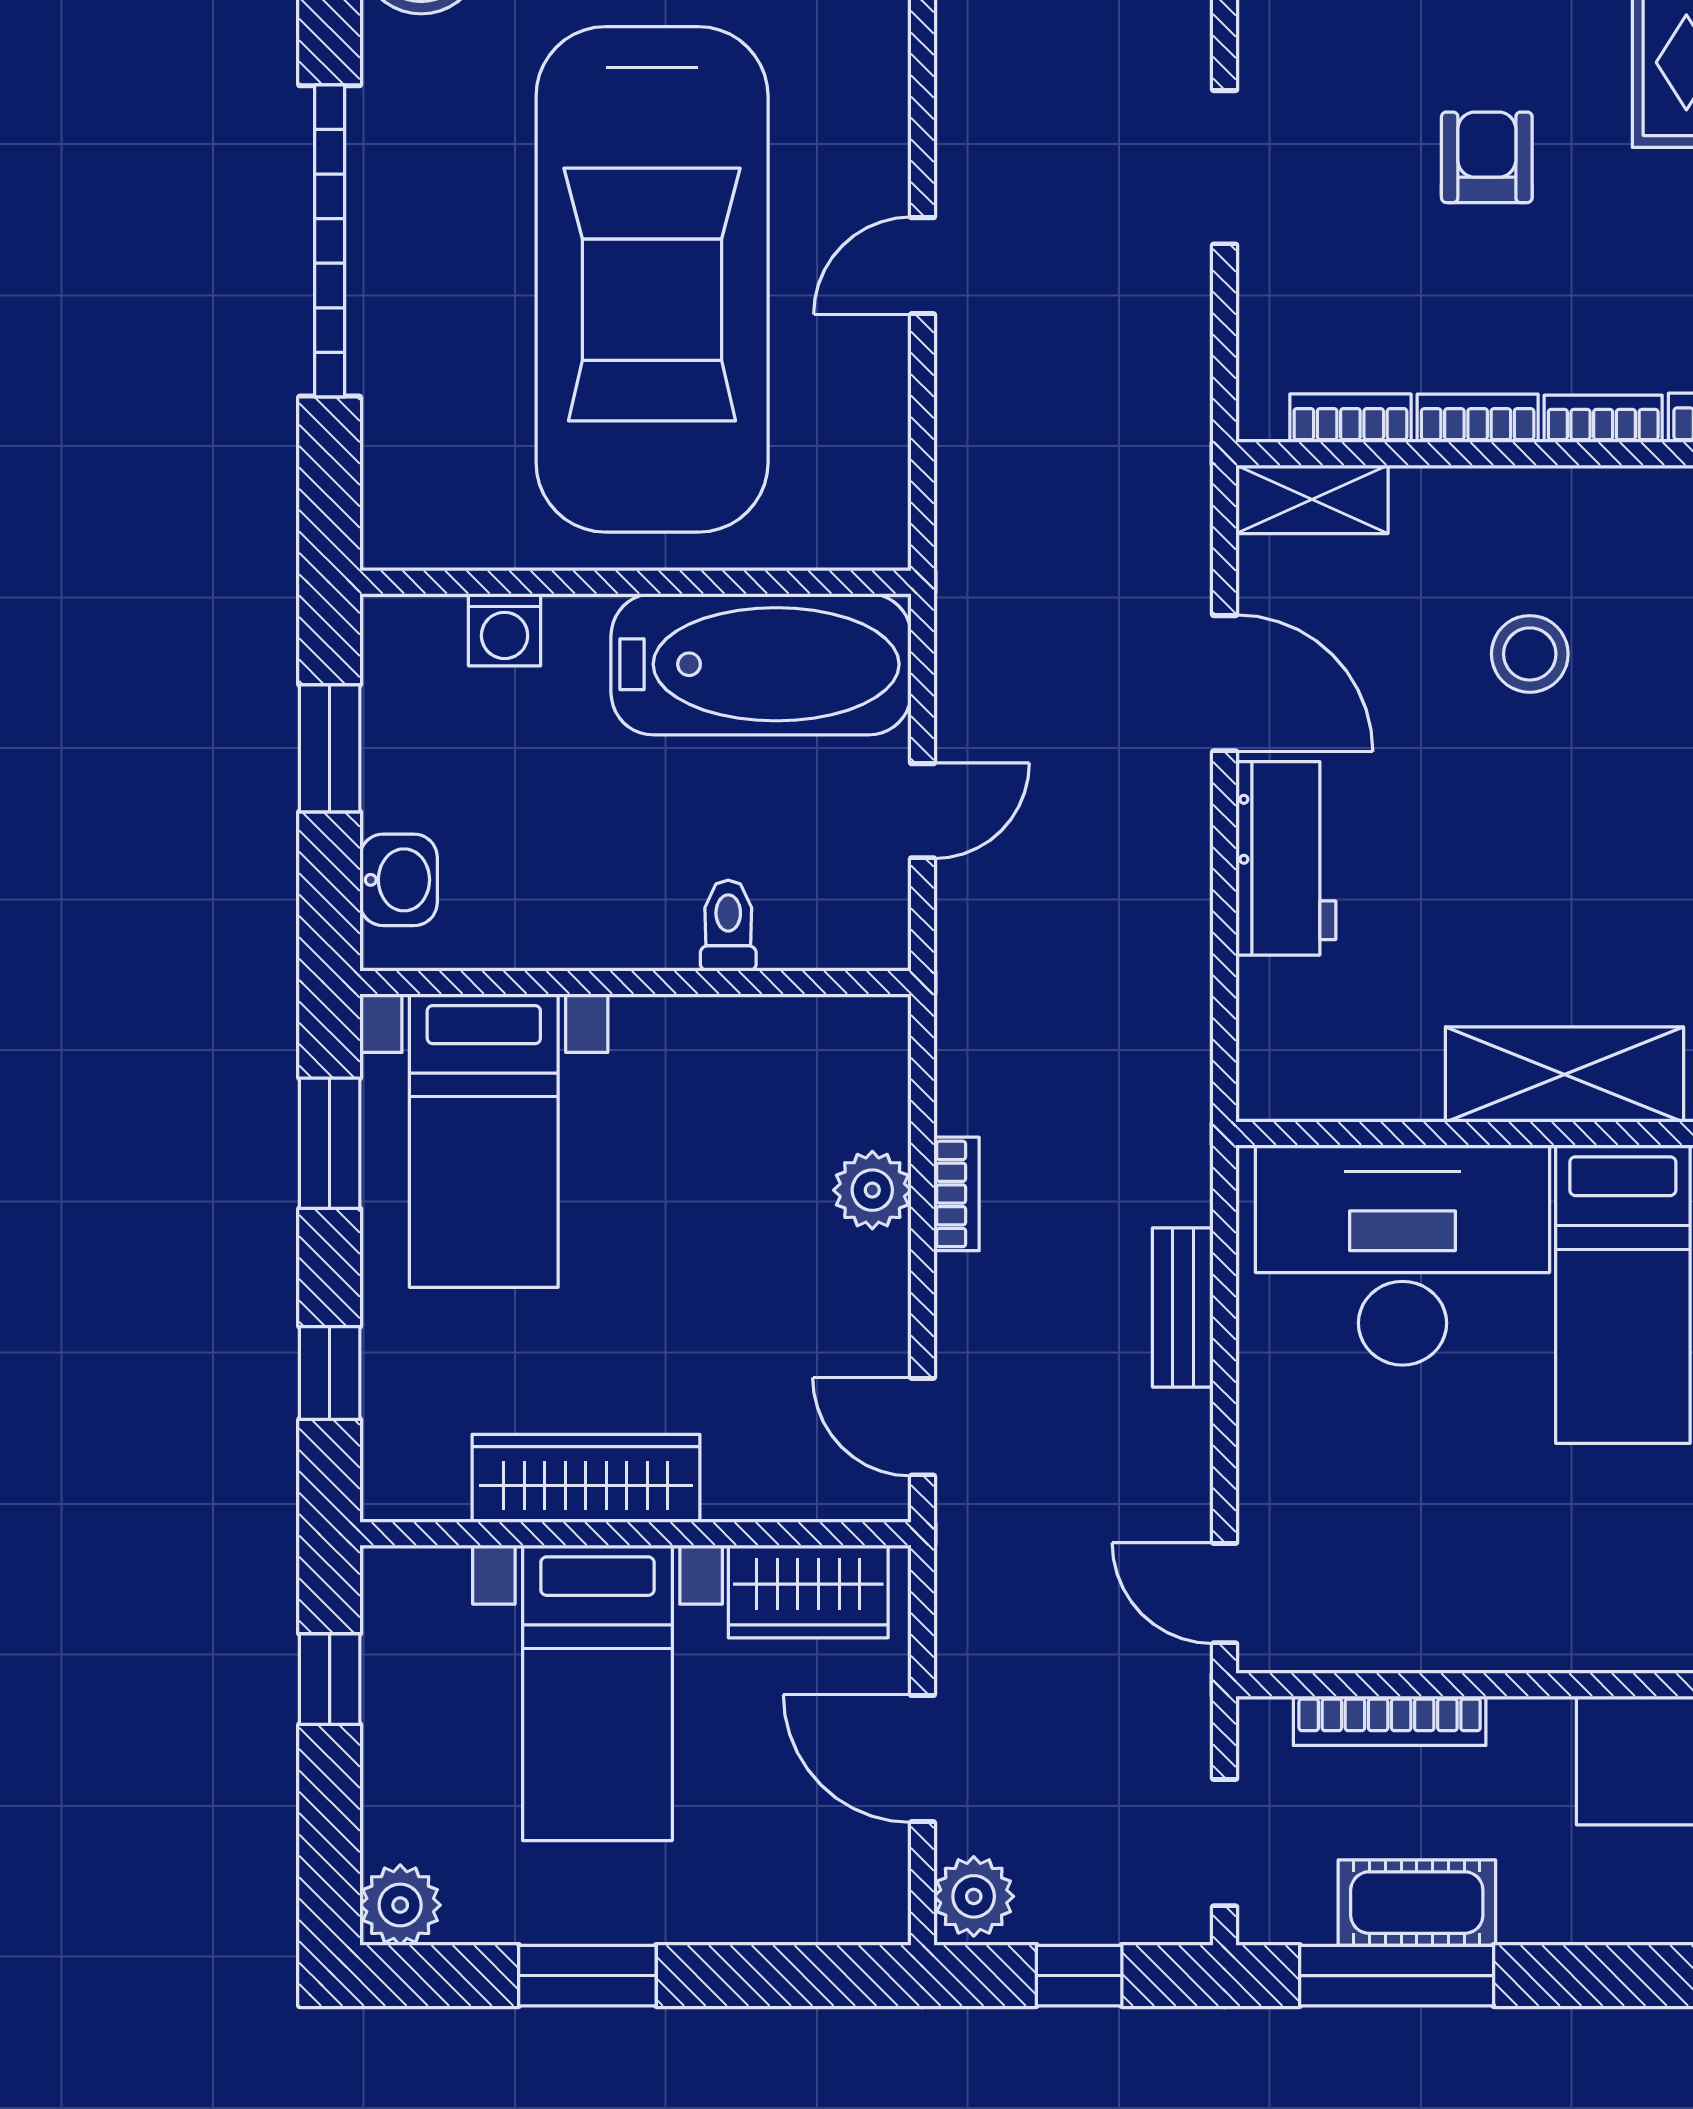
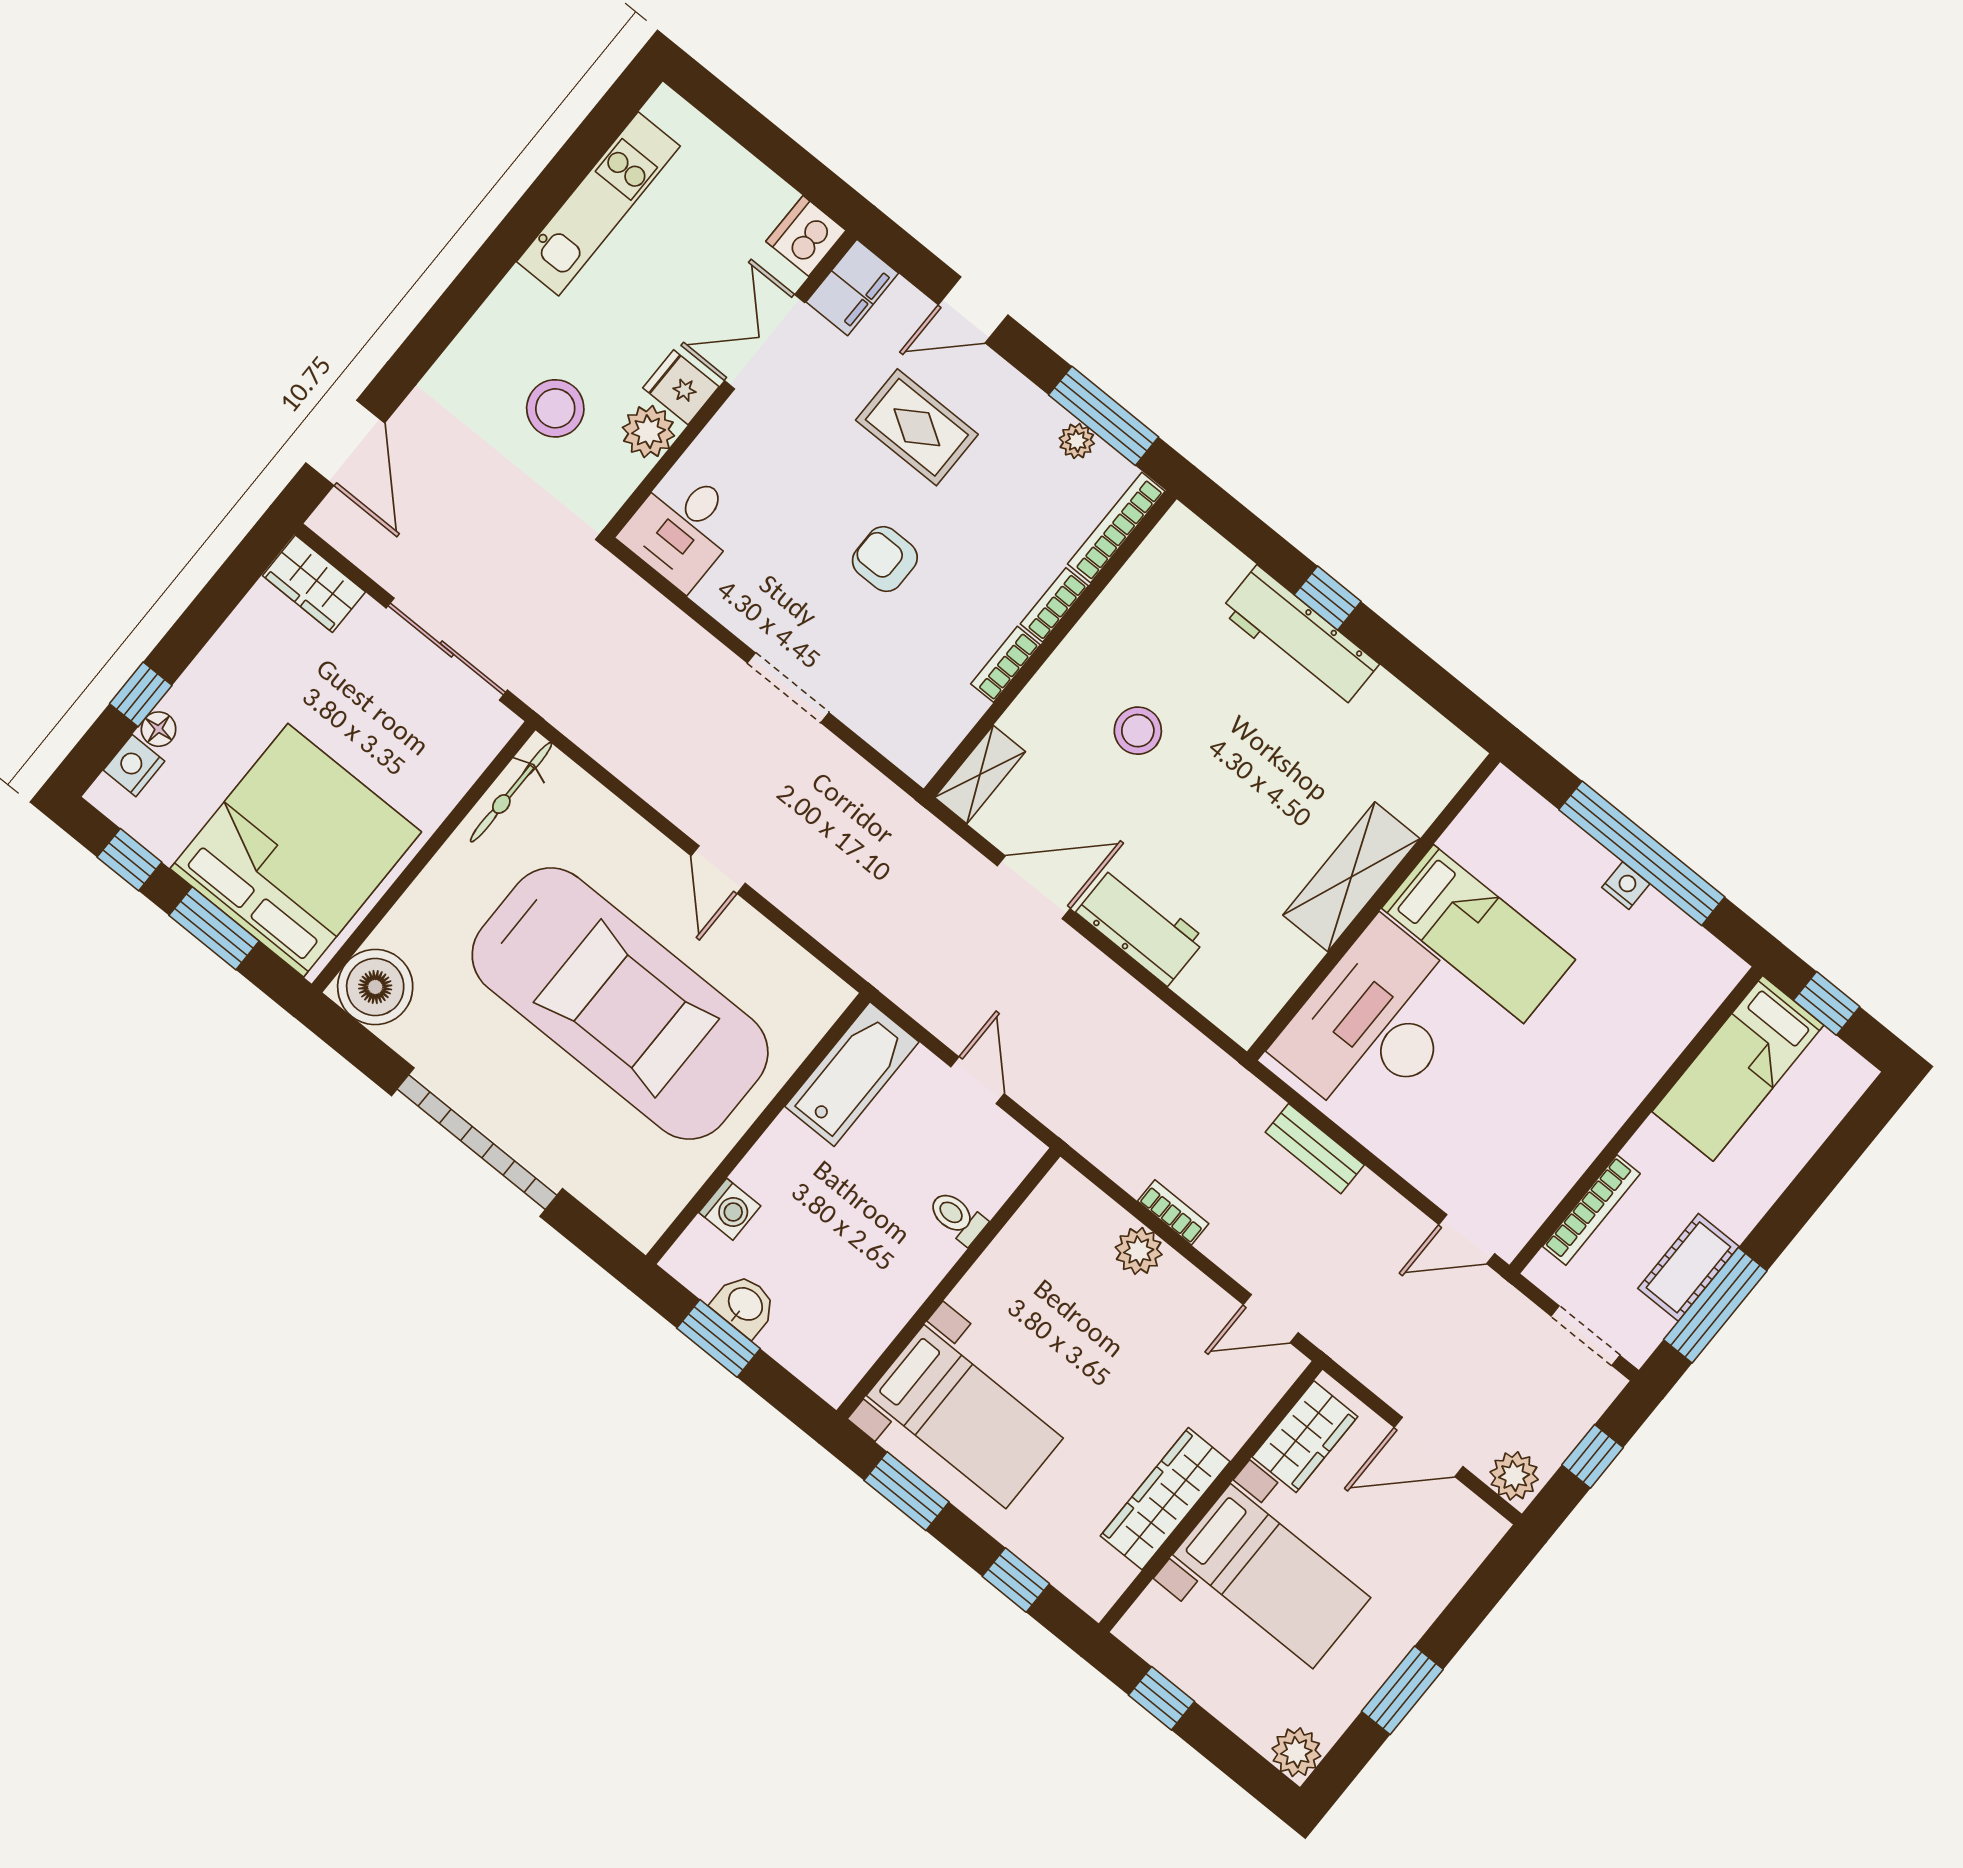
bookcase: (1350, 418) -> (956, 725), removed
bathtub: (761, 664) -> (852, 1074), width x0.73, depth x0.73
washbasin: (399, 880) -> (745, 1305), moved

